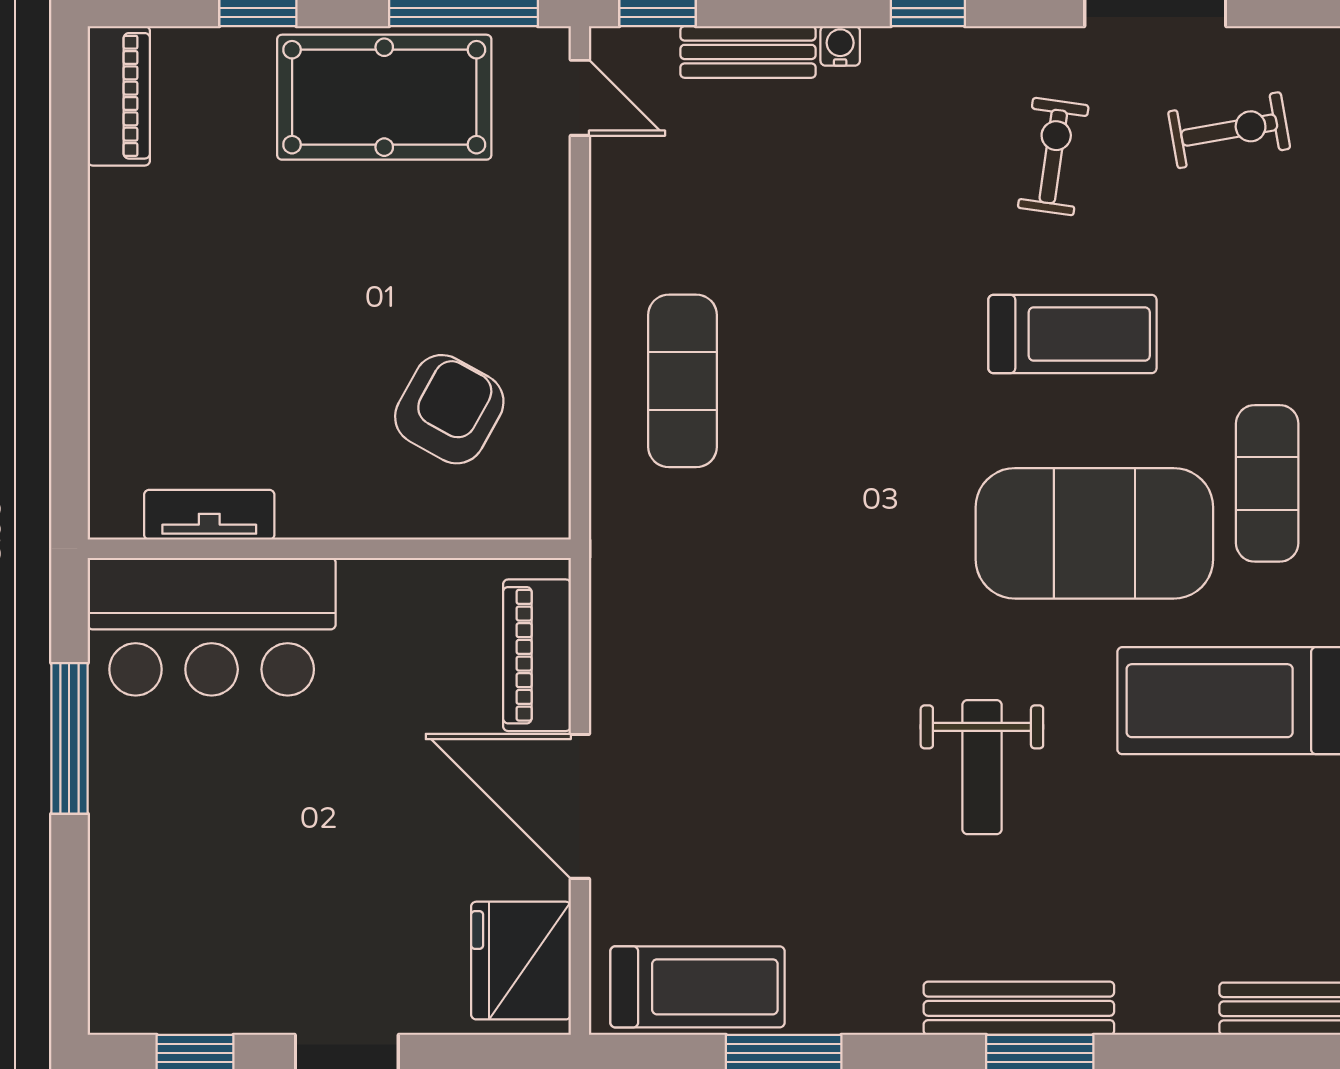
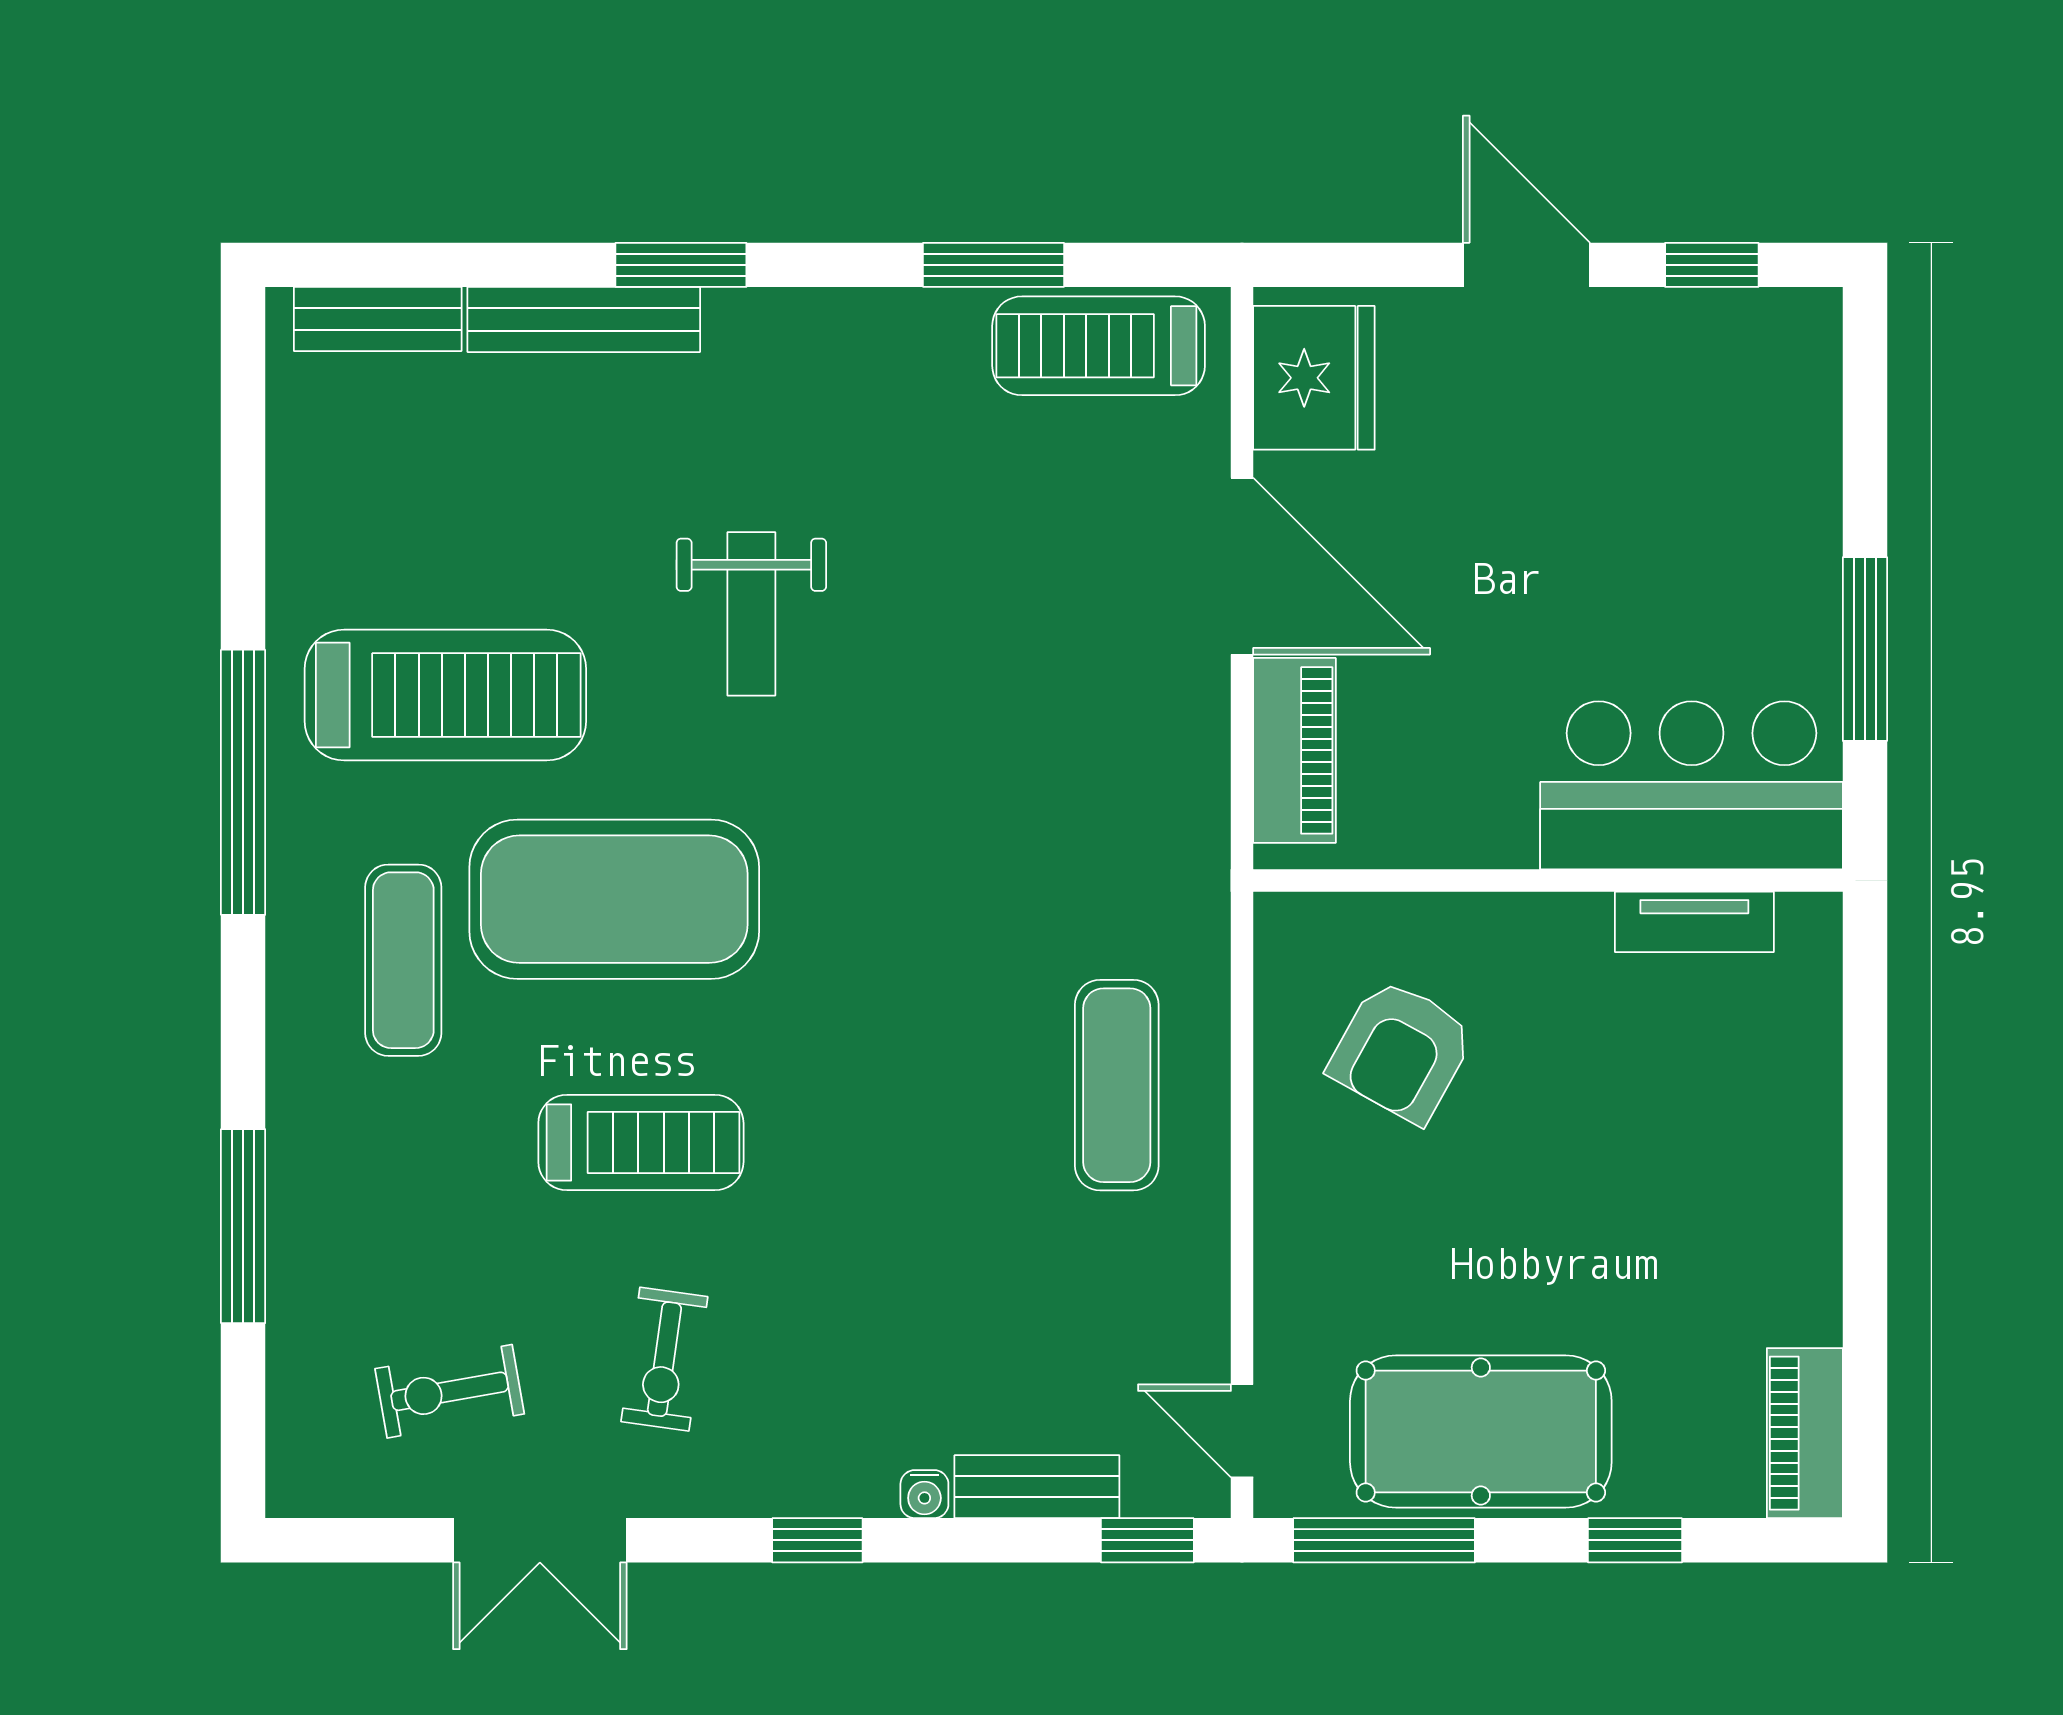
treadmill: (1072, 334) -> (641, 1143), turned 180
weight bench: (982, 767) -> (751, 614), turned 180
bench: (1019, 1008) -> (584, 320), moved

